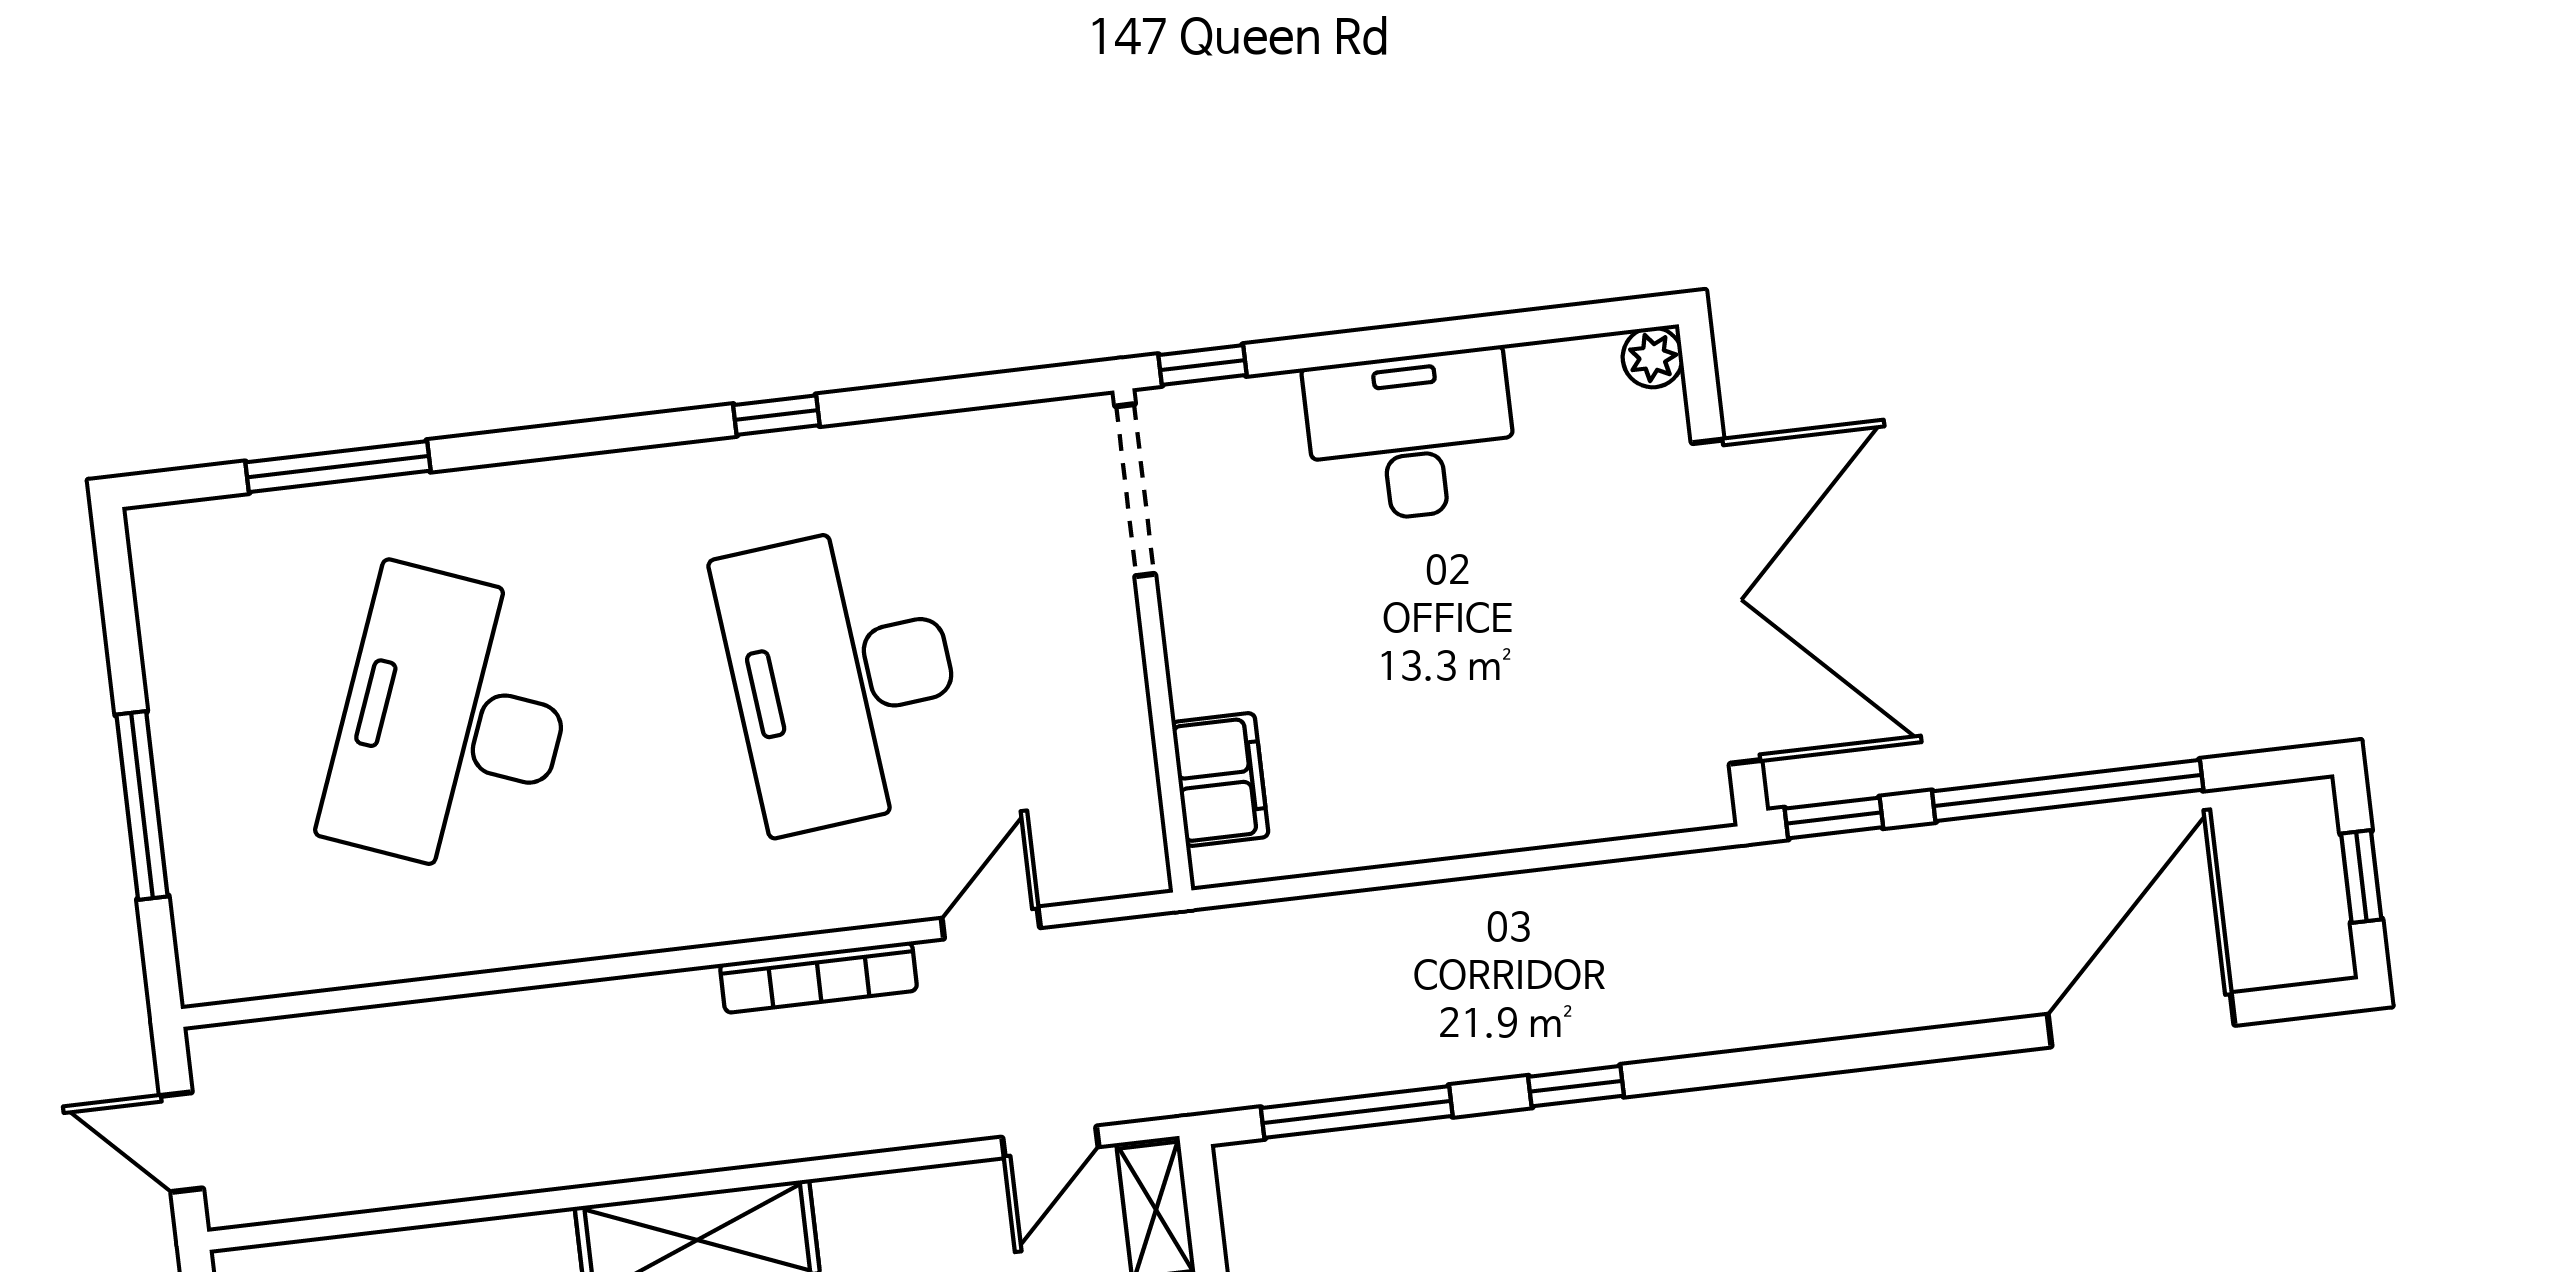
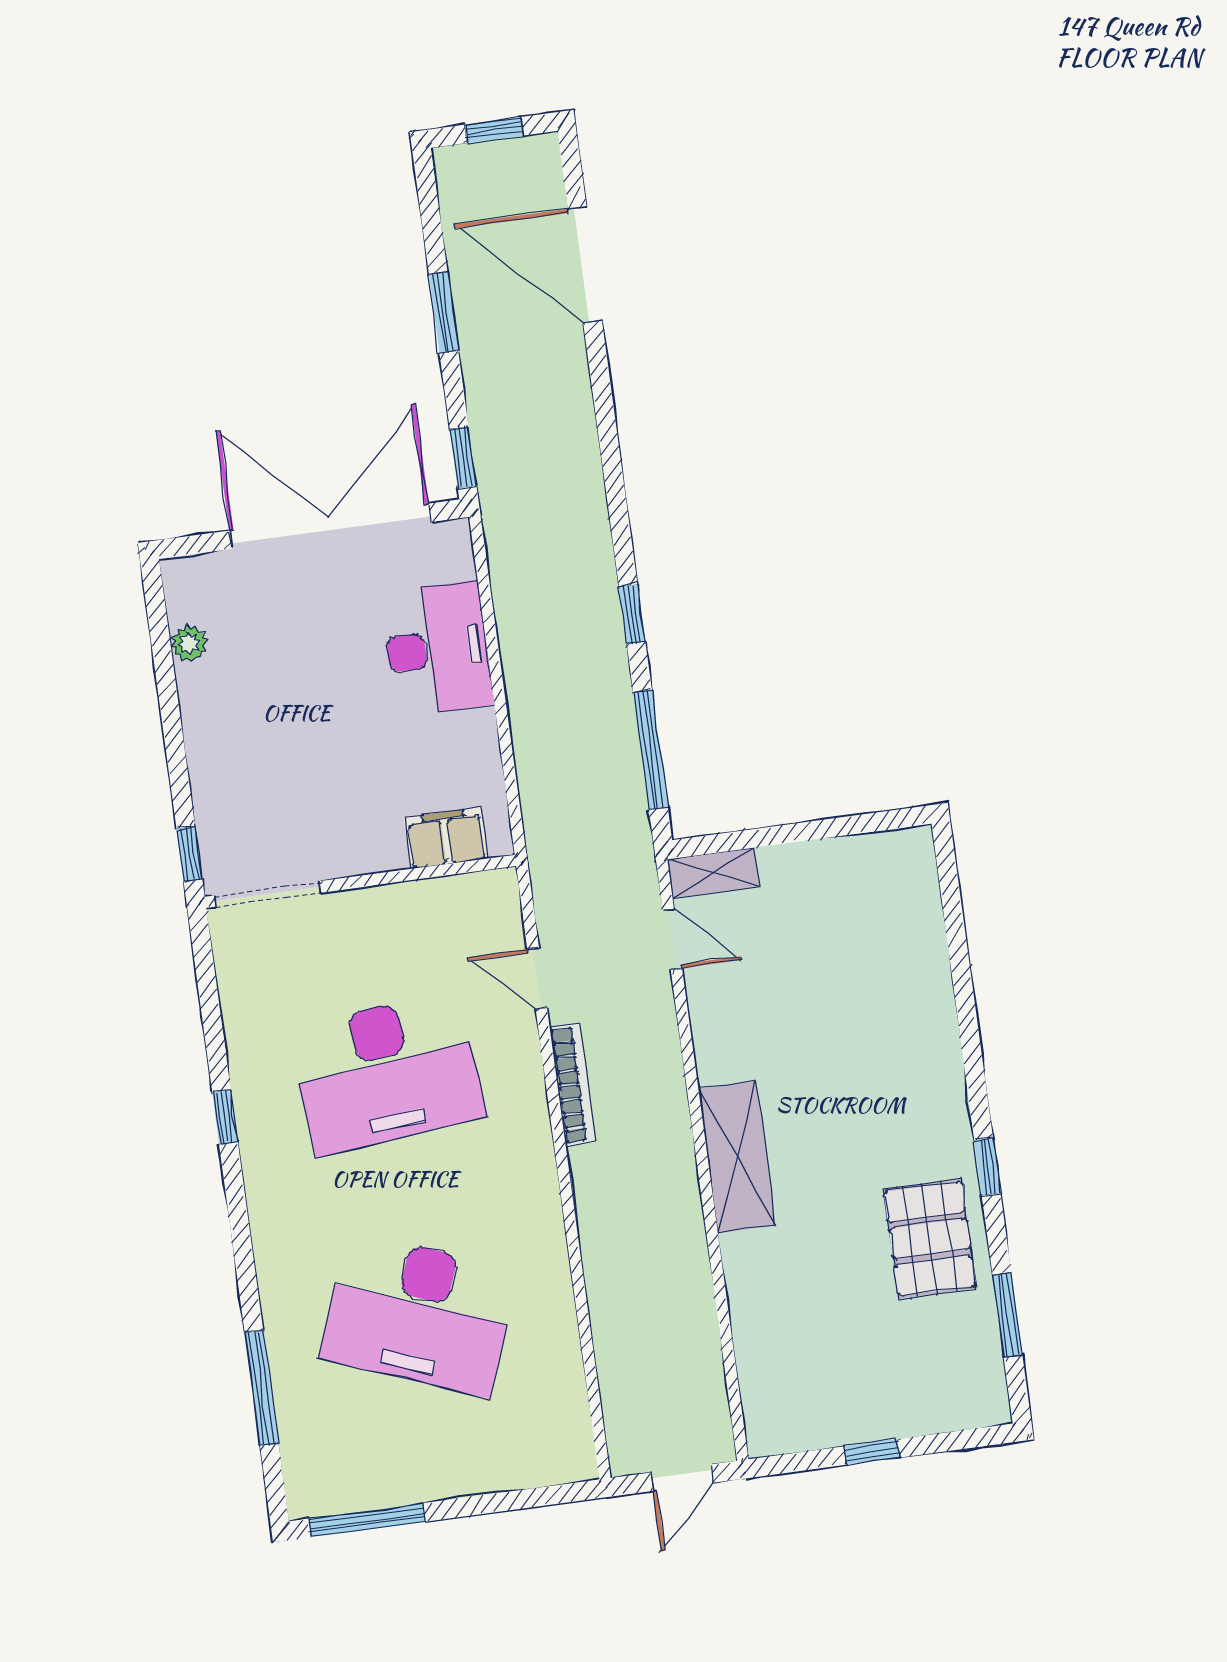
plant: (1653, 357) -> (189, 643), moved
desk: (1411, 436) -> (437, 649), moved, turned 180
window: (2068, 791) -> (444, 313), width x0.47
window: (142, 806) -> (367, 1520), moved

